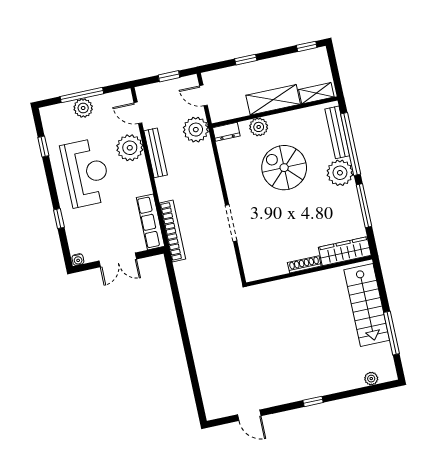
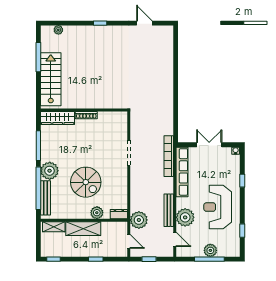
row of seats: (151, 222) -> (182, 172), width x1.36

